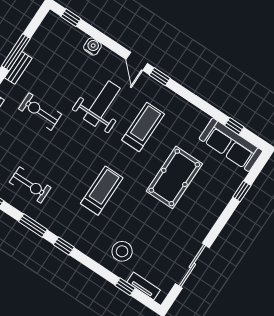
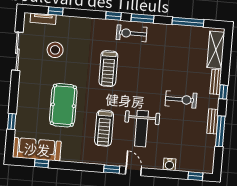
exercise bike: (30, 185) -> (132, 33), moved
stool: (122, 251) -> (55, 50), moved

